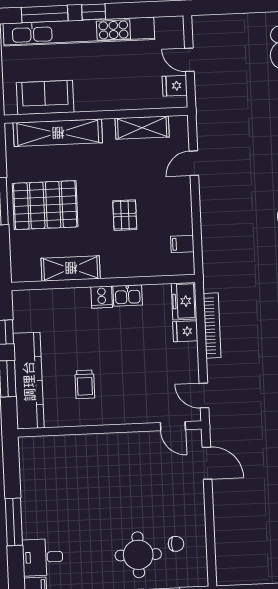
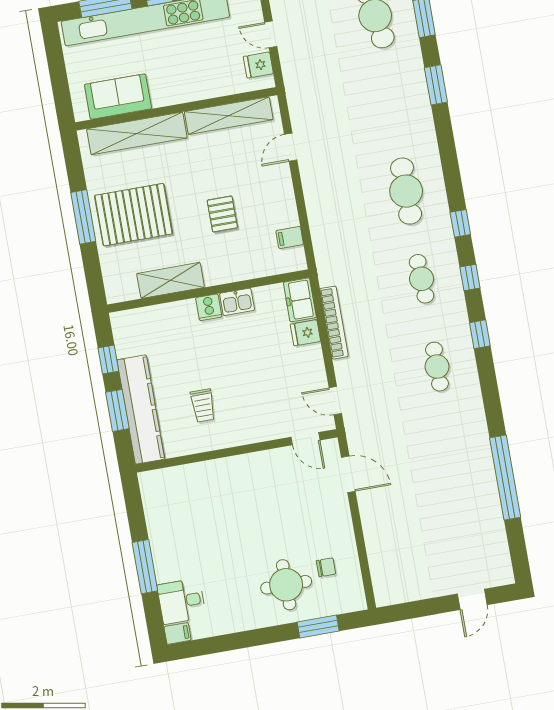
shelving: (142, 128) -> (229, 116), width x1.47

